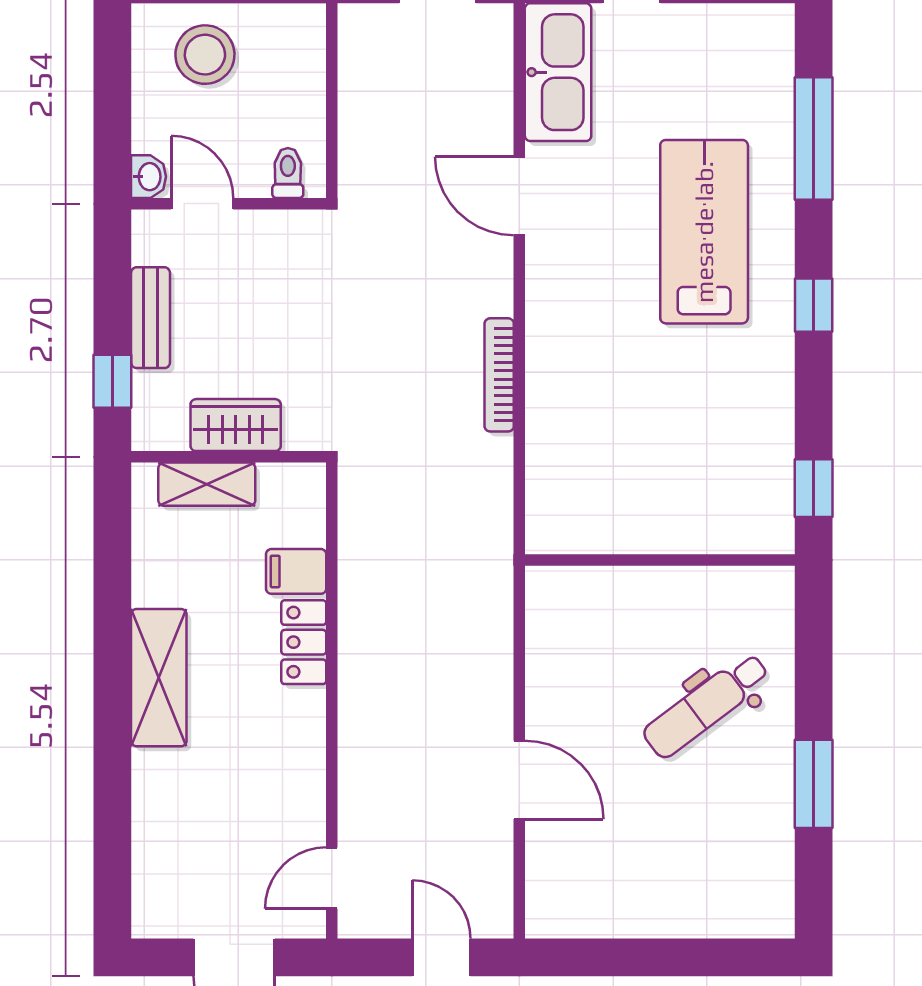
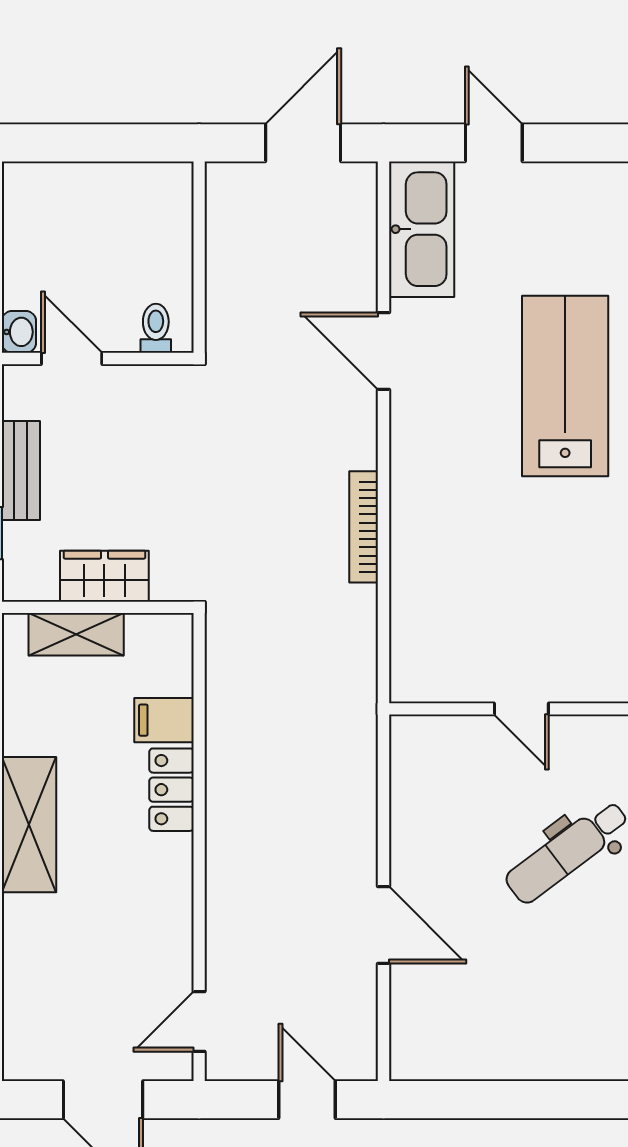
stool: (205, 55) -> (74, 212), removed
door: (660, 560) -> (521, 709), added

